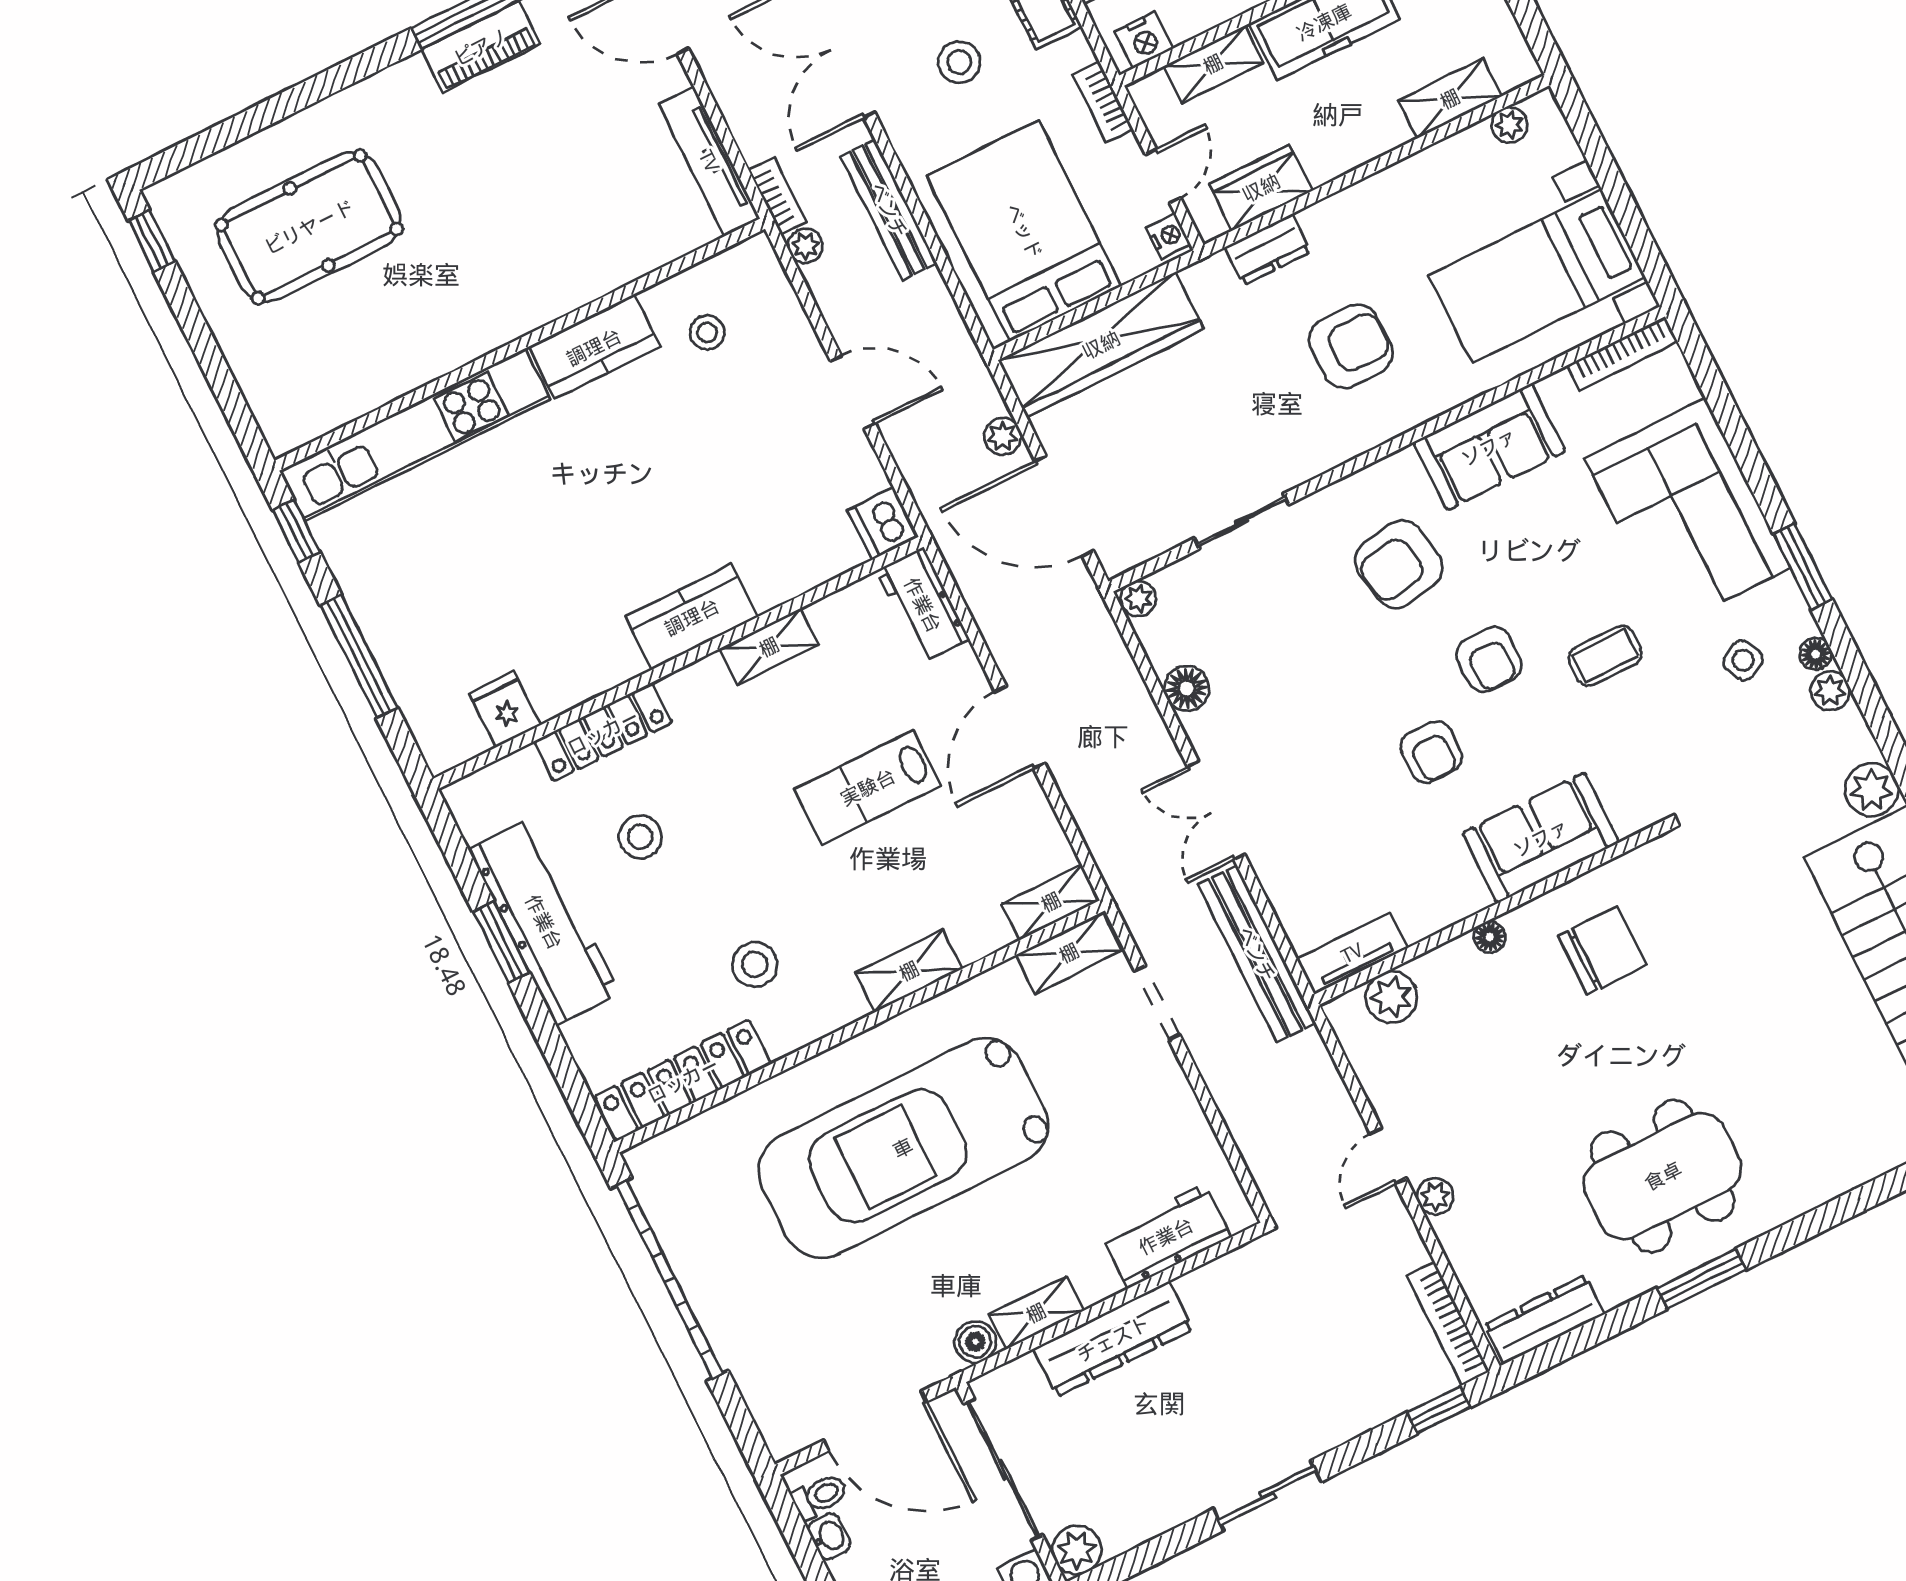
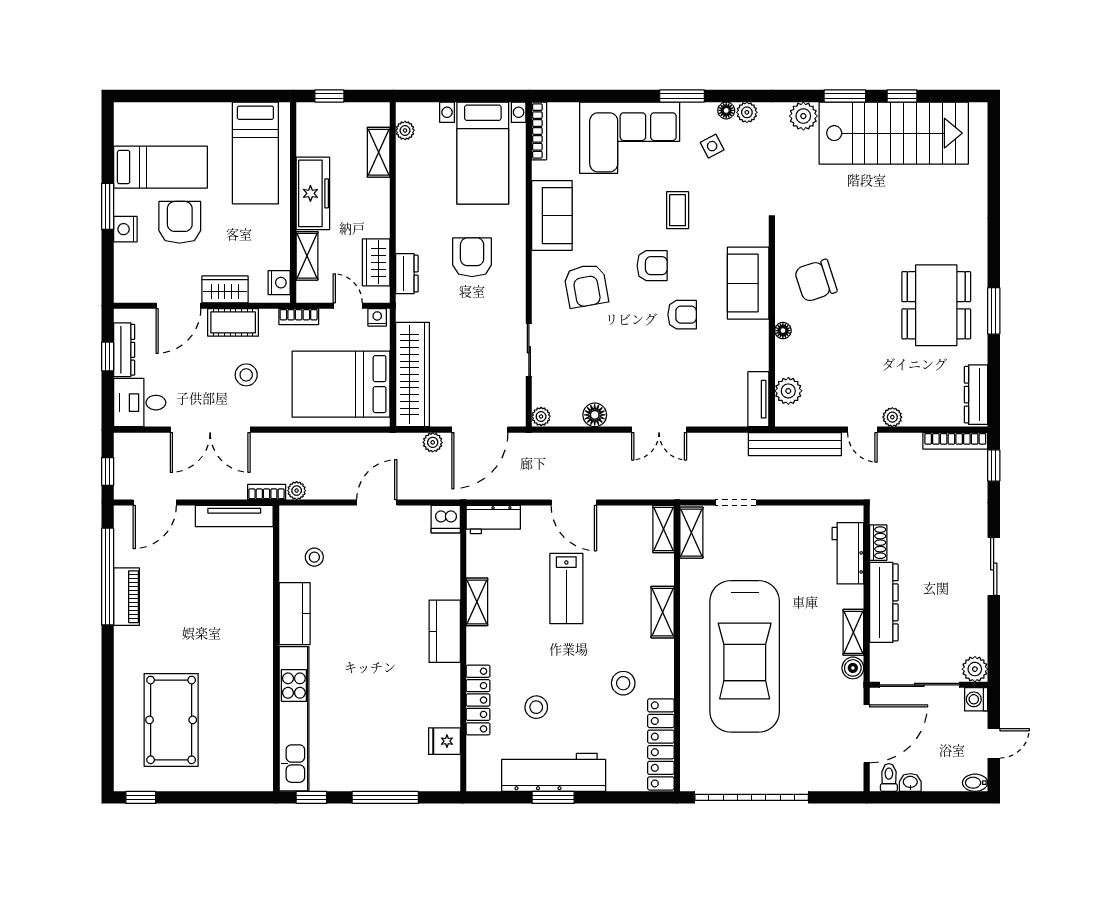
bench: (889, 210) -> (299, 443), removed
chair: (1602, 950) -> (816, 281), turned -108
bench: (1257, 954) -> (795, 444), moved
shoe rack: (1210, 1279) -> (878, 543), added

